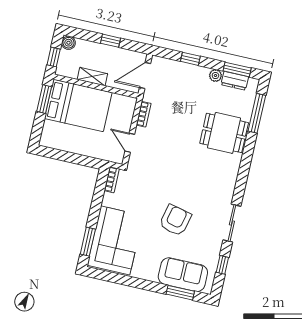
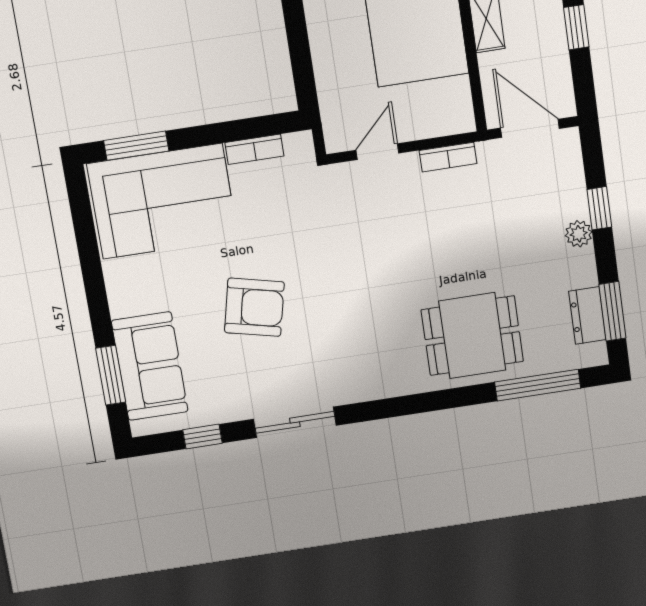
plant: (215, 76) -> (579, 234), moved
dining table: (224, 133) -> (472, 336), turned 90
bookcase: (112, 180) -> (254, 149), moved

